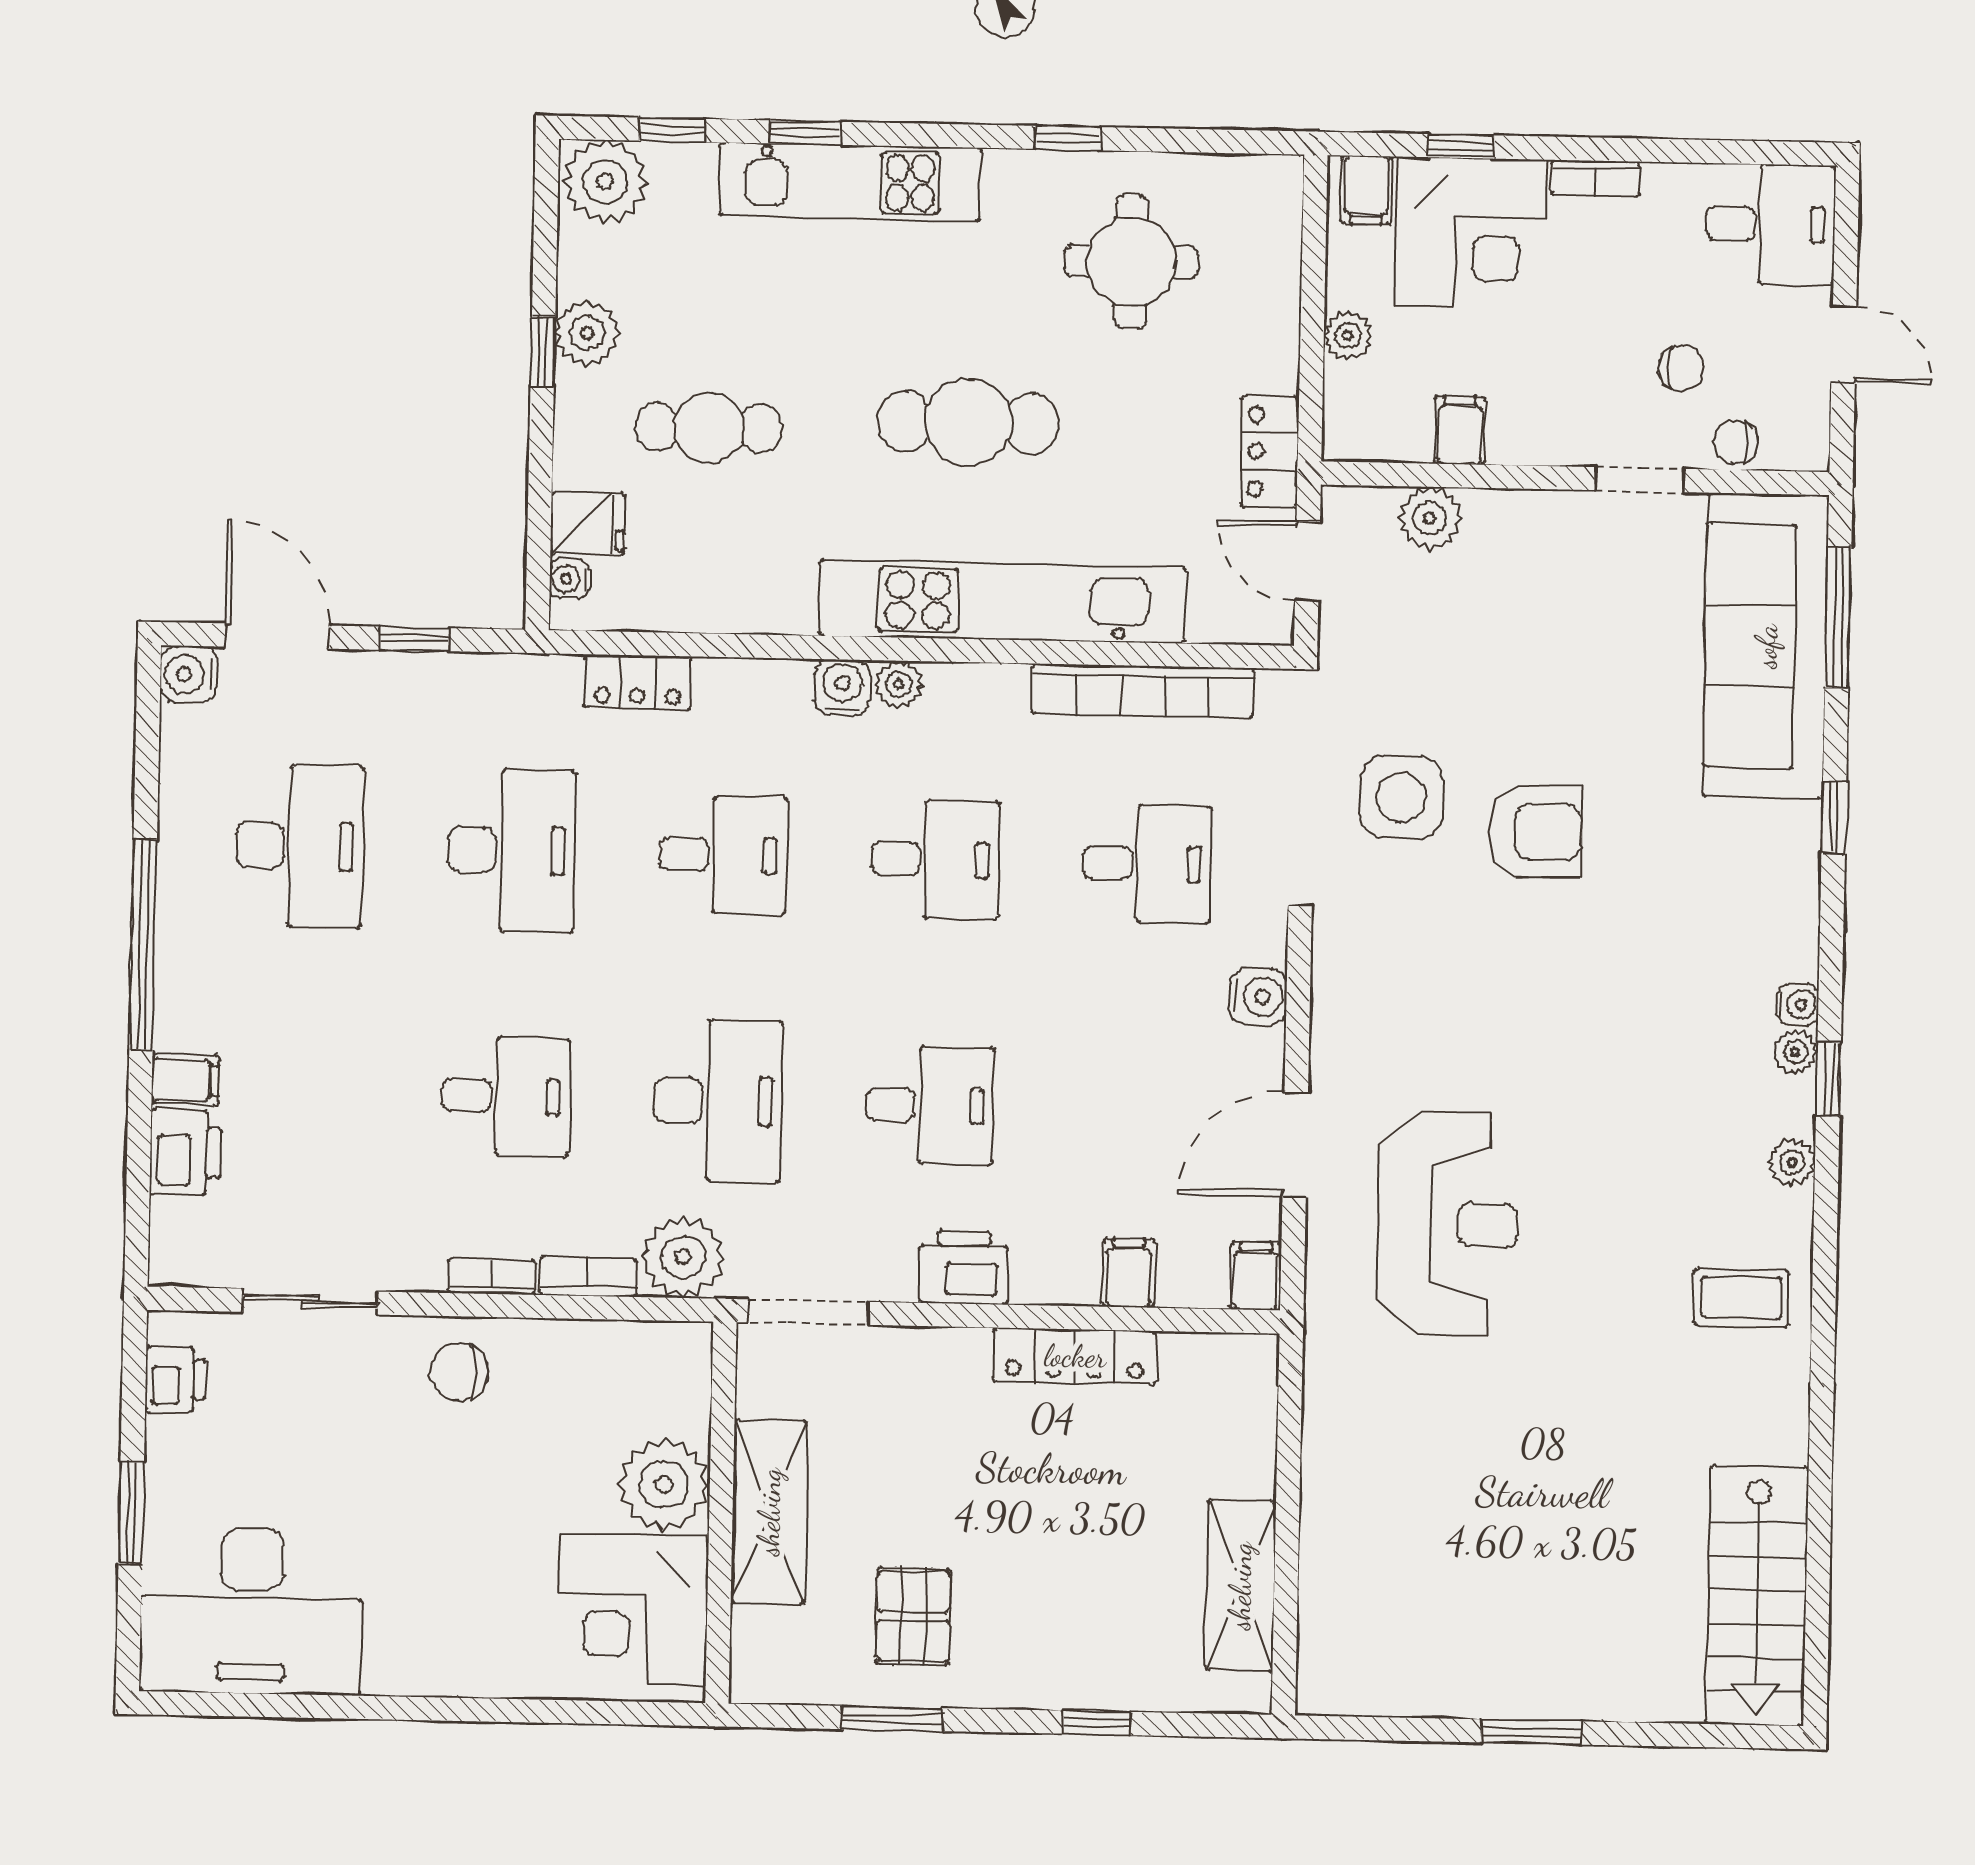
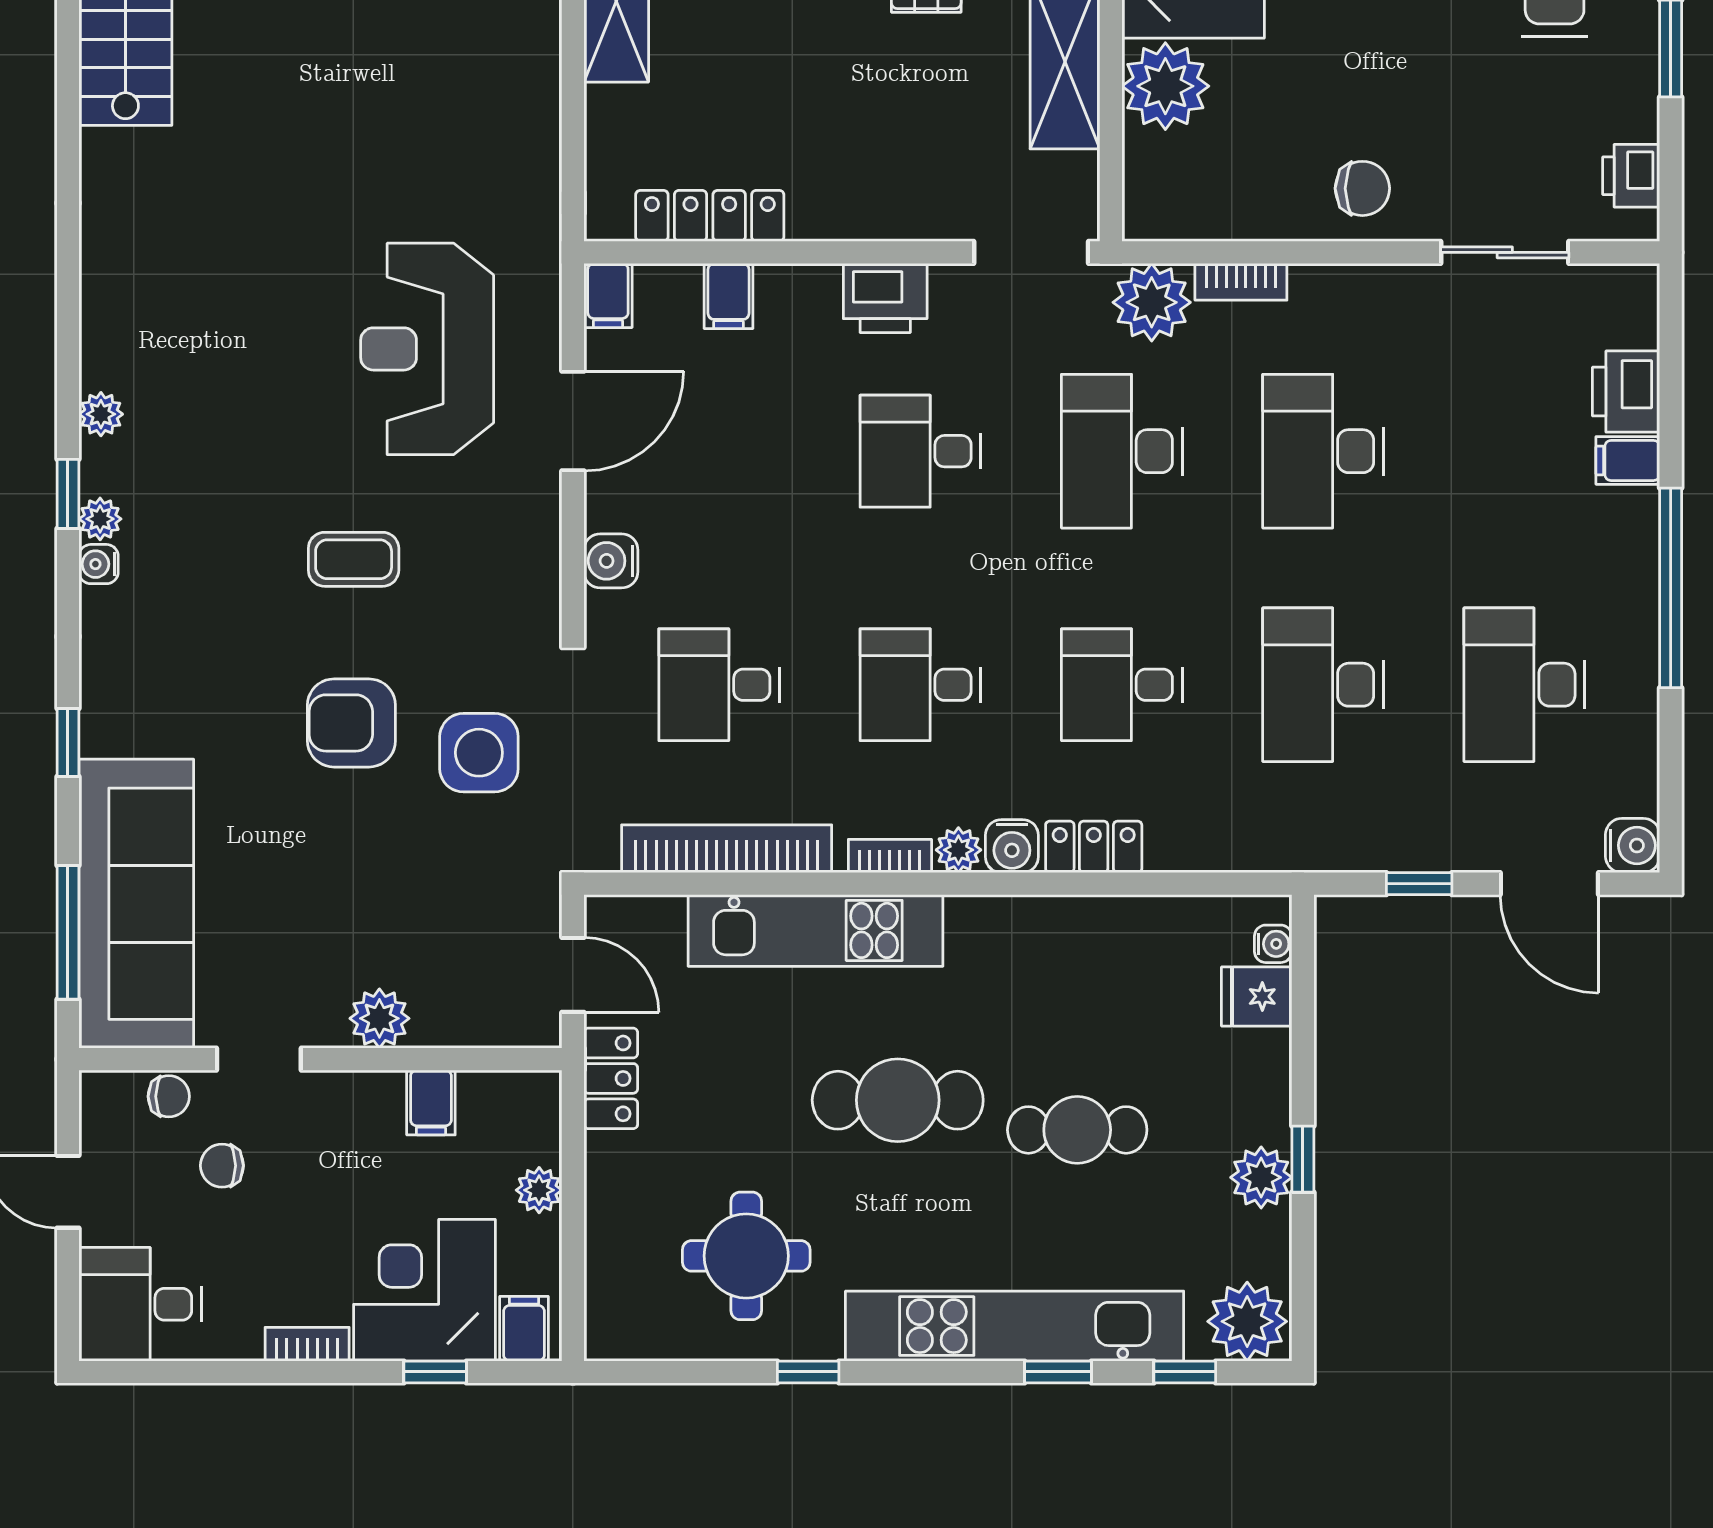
kitchen unit: (850, 182) -> (1015, 1326), width x1.36
cafe table: (709, 427) -> (1077, 1130), moved
plant: (1430, 518) -> (379, 1018), moved
kitchen unit: (1002, 602) -> (816, 930), width x0.73
locker: (638, 682) -> (1094, 847), moved
desk: (506, 1096) -> (1323, 451), width x1.37
bookcase: (492, 1276) -> (890, 856), moved, turned 180
coffee table: (1741, 1298) -> (354, 559), moved
locker: (1075, 1356) -> (710, 216), moved

